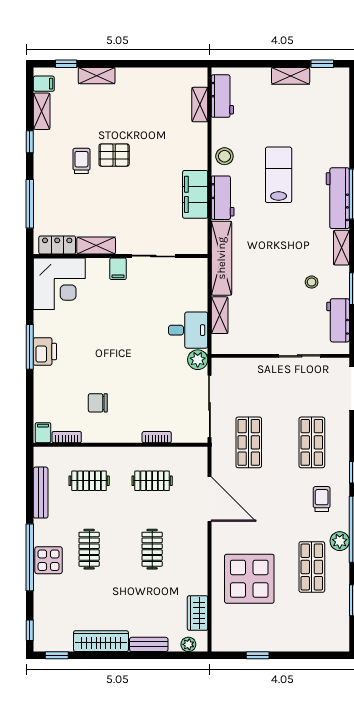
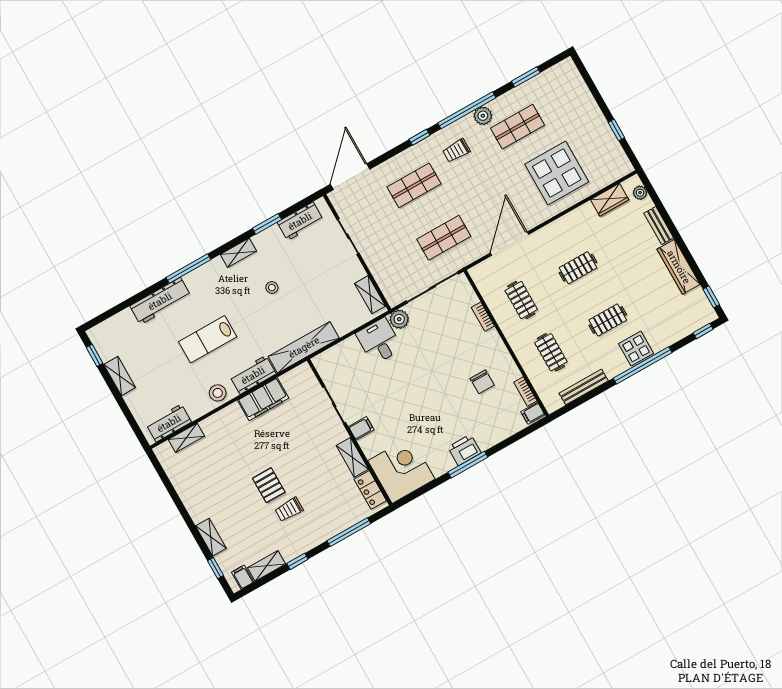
workbench: (338, 198) -> (160, 301), moved
stool: (312, 282) -> (272, 288), moved
shelving: (220, 315) -> (370, 295), moved, turned 90

